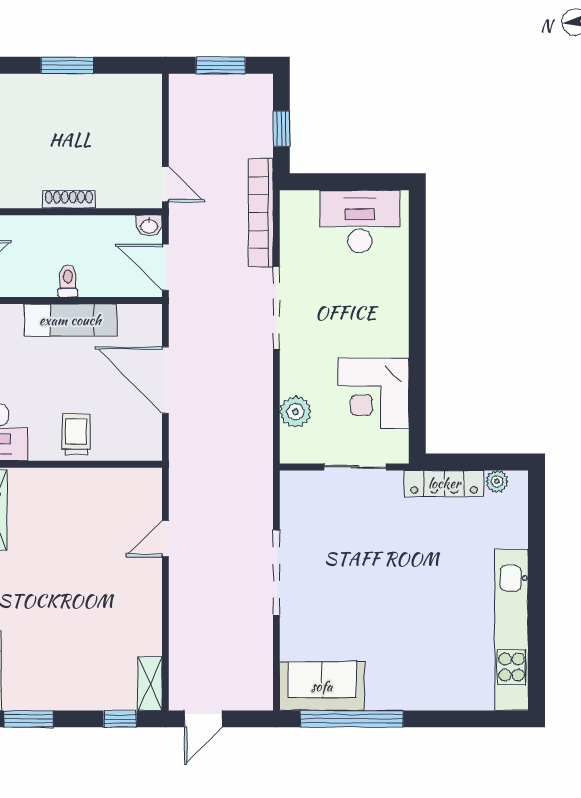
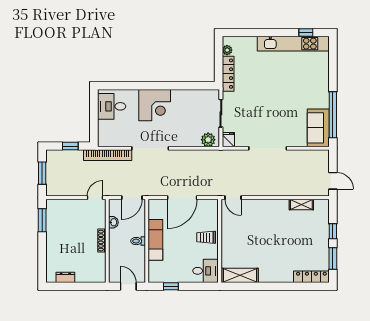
window: (67, 65) -> (42, 220), moved
desk: (360, 222) -> (112, 106), width x0.73
washbasin: (149, 226) -> (113, 222), moved
corner desk: (374, 393) -> (155, 105), moved
plant: (296, 412) -> (208, 140), moved
fridge: (296, 484) -> (228, 140), added
door: (165, 539) -> (233, 198), moved
window: (537, 658) -> (306, 32), added
shelving: (150, 684) -> (301, 205), moved
window: (120, 719) -> (333, 231), moved

